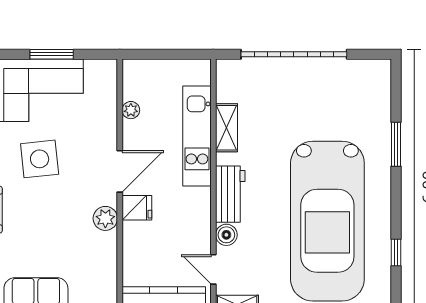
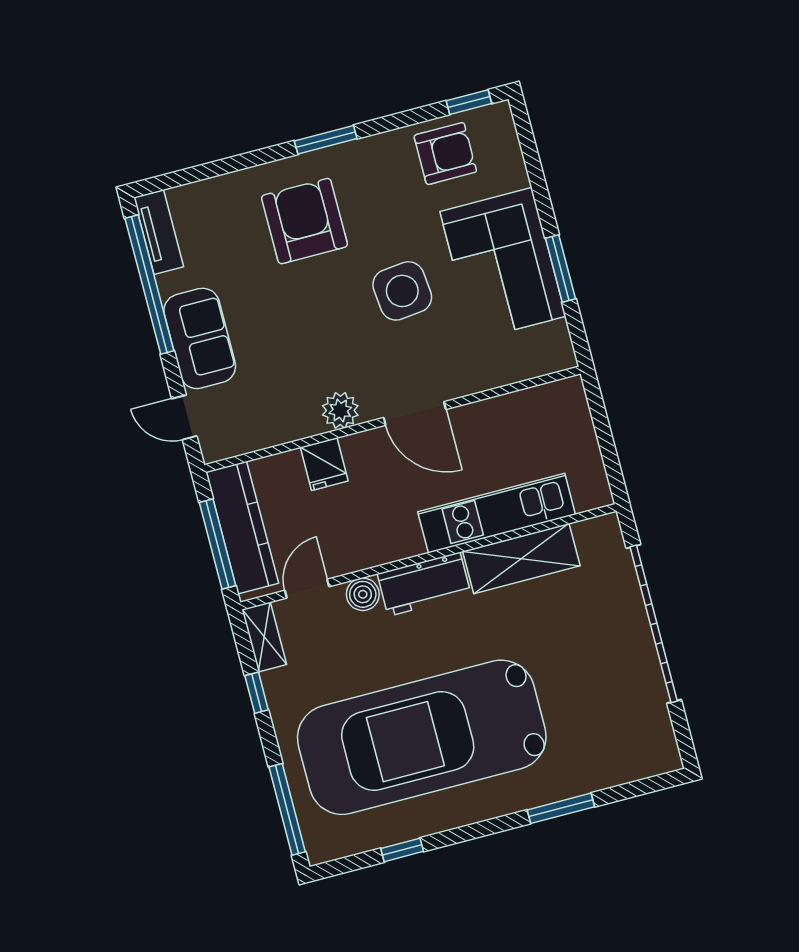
plant: (131, 110) -> (509, 406), removed
shelving: (227, 128) -> (521, 559), width x1.50, depth x1.33
fridge: (137, 208) -> (324, 464), moved

